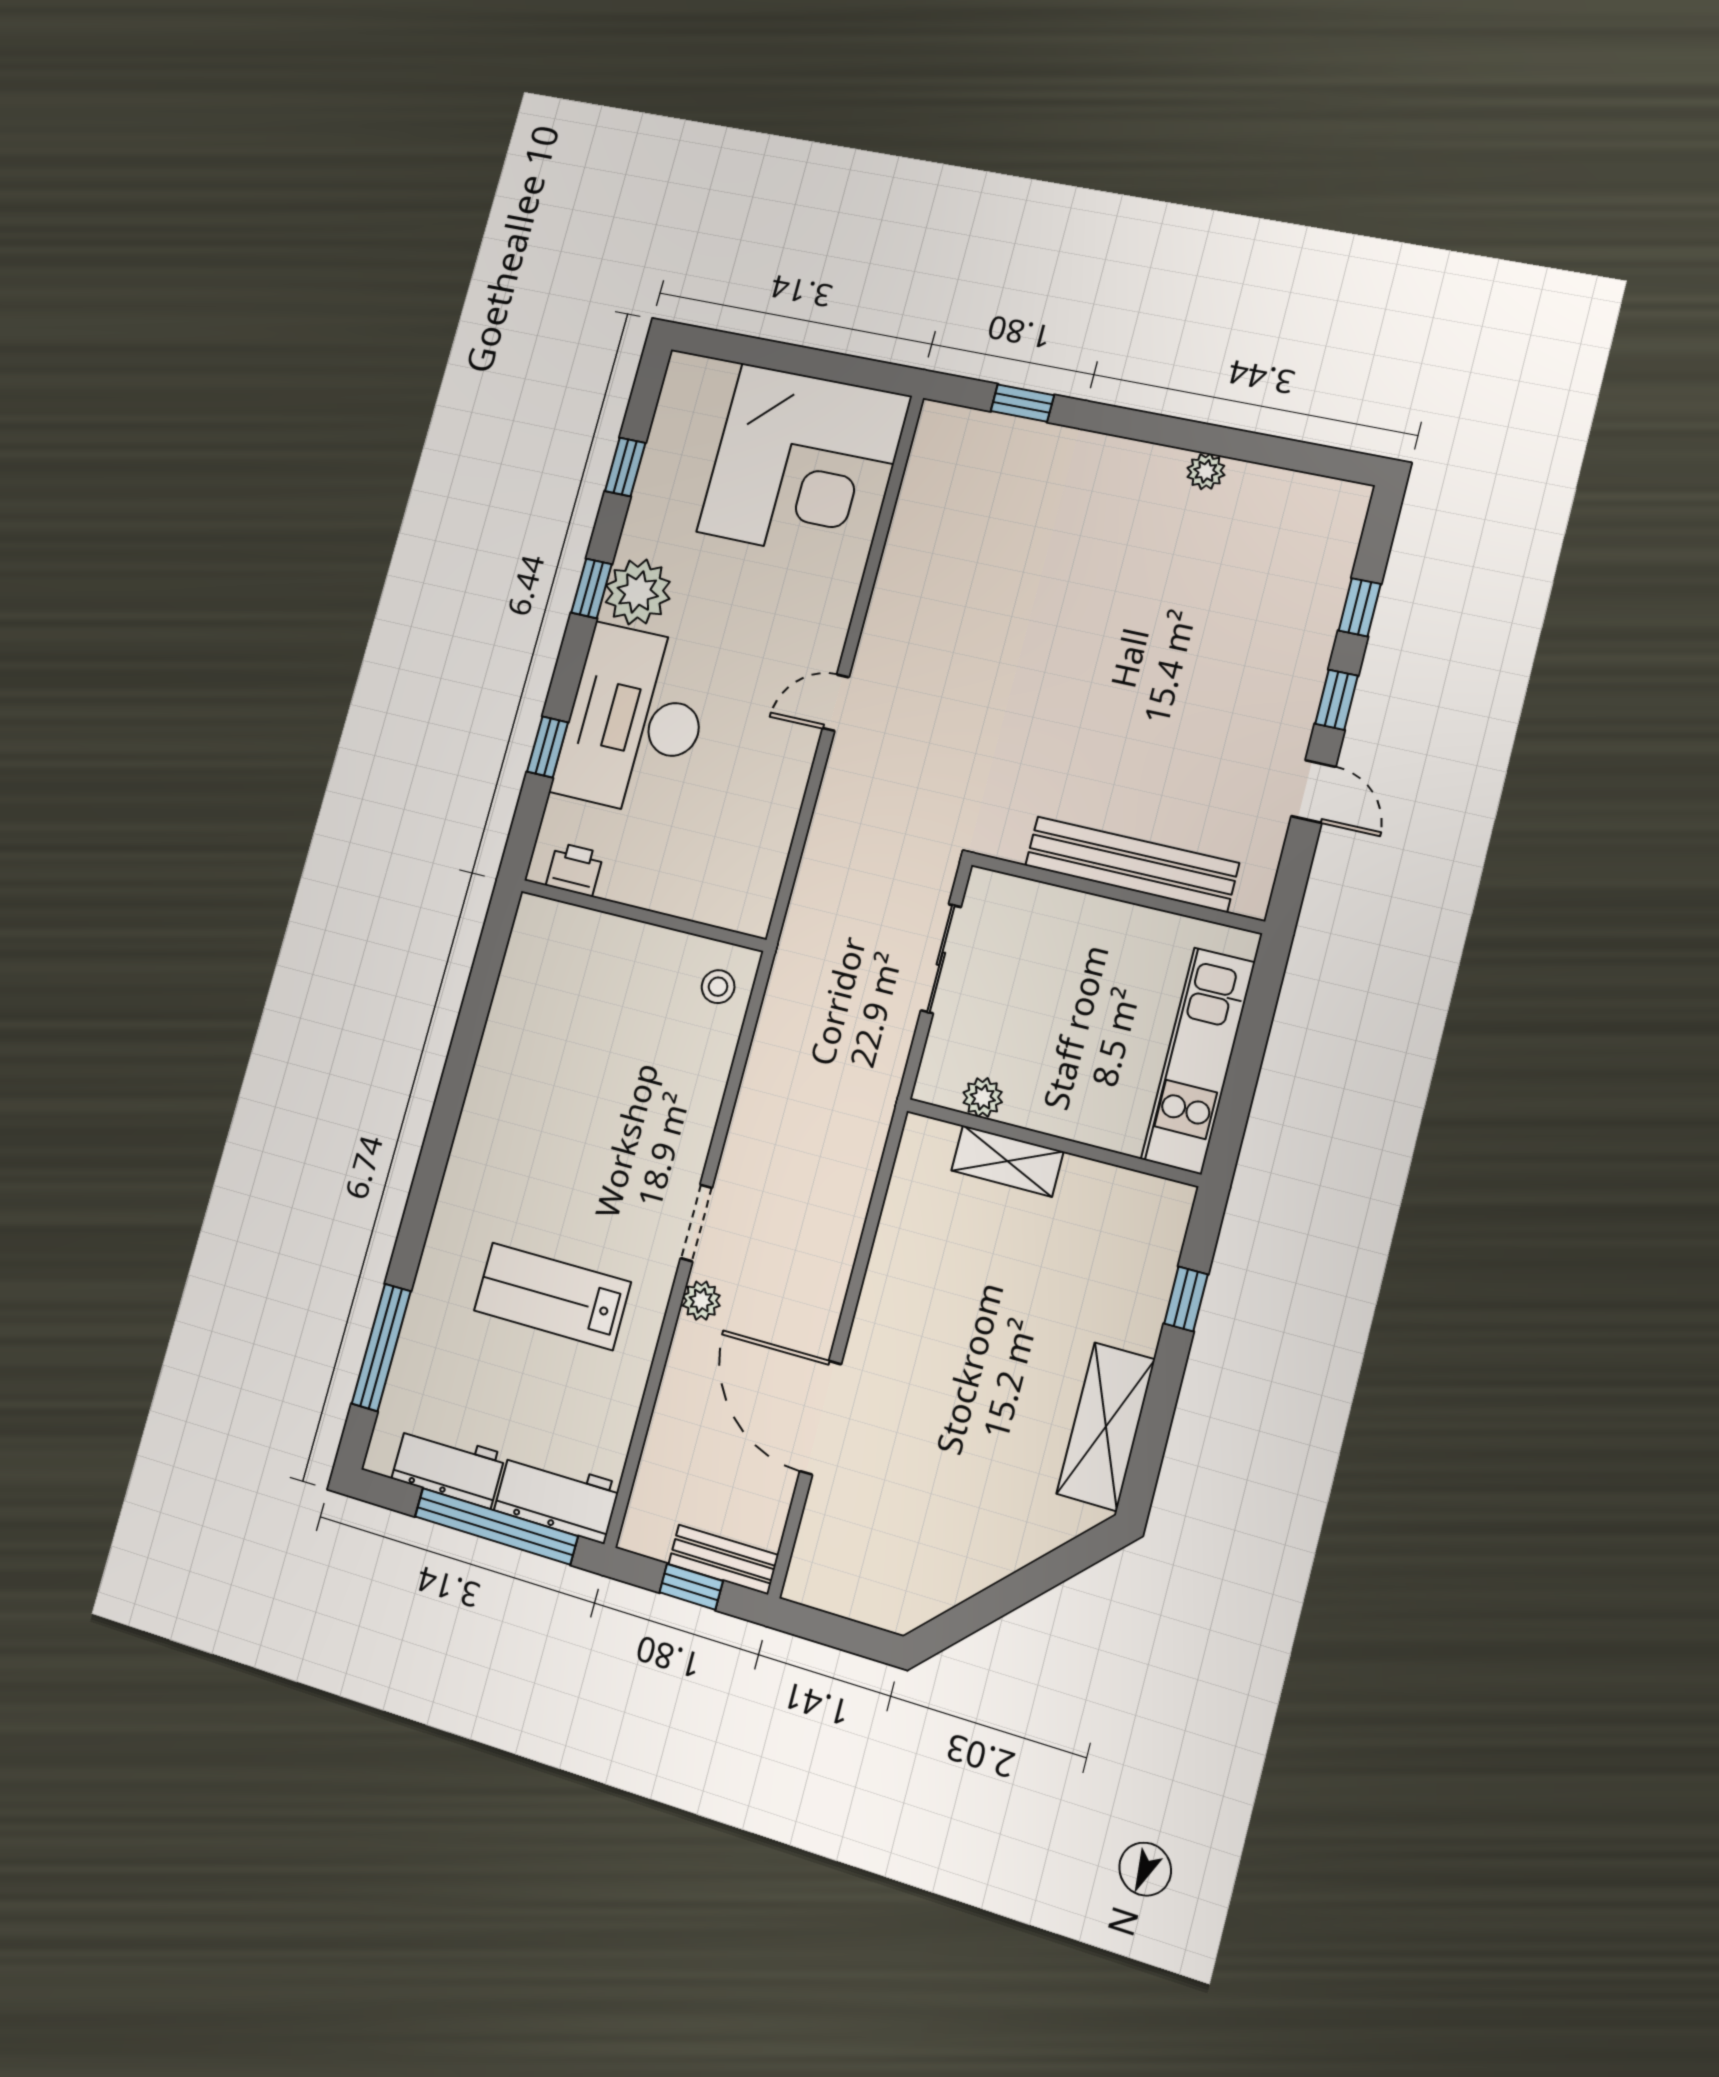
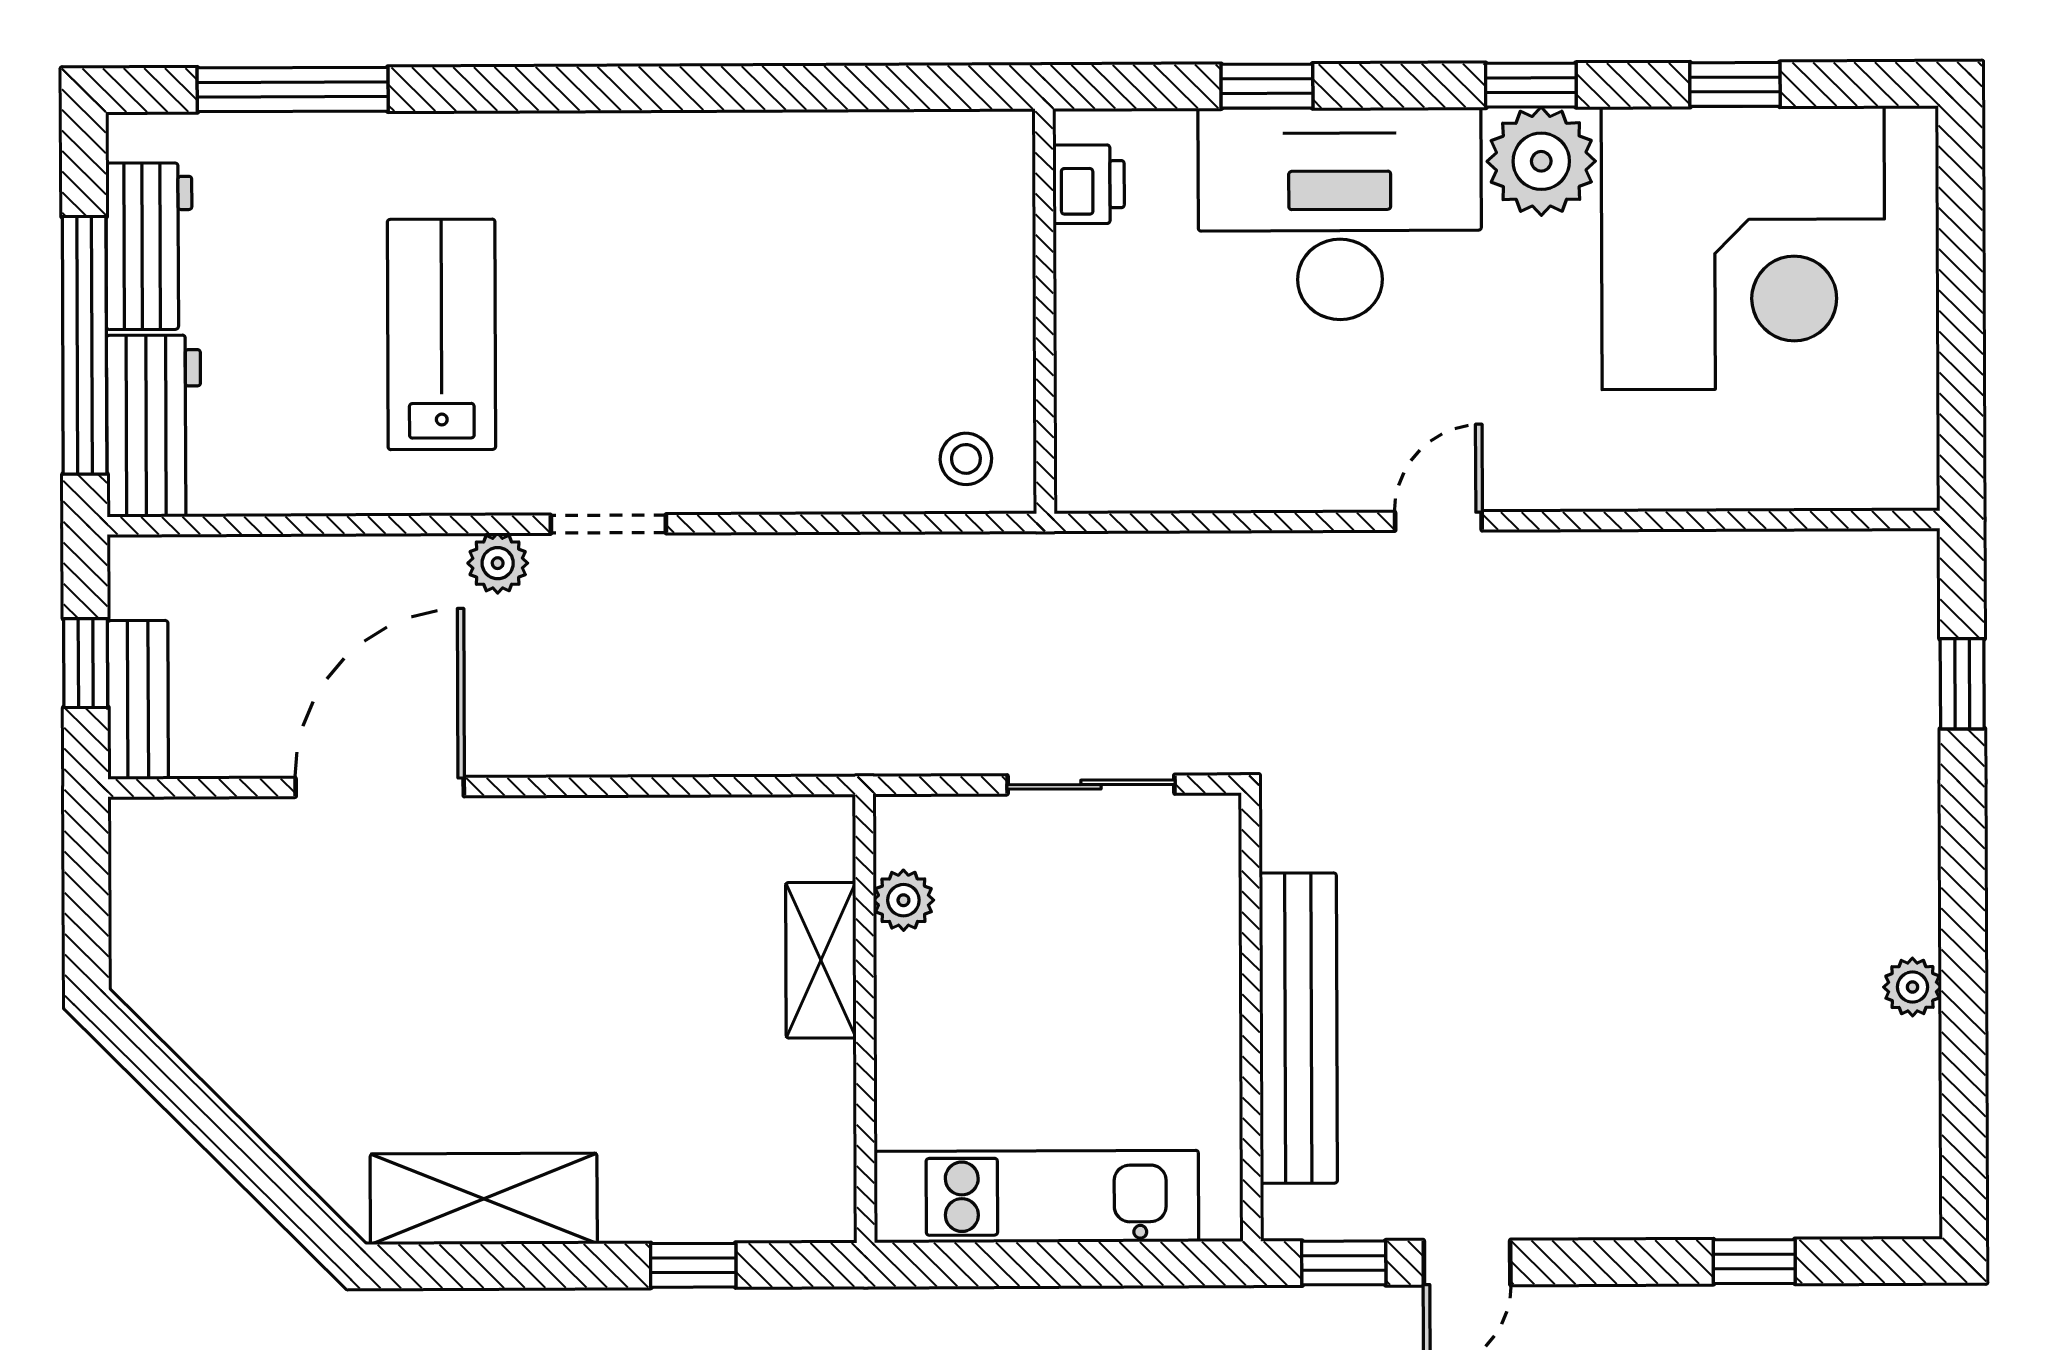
corner desk: (804, 464) -> (1743, 248), moved, turned -90
window: (1336, 700) -> (1344, 1263), moved
door: (836, 703) -> (1438, 521), hinge flipped

